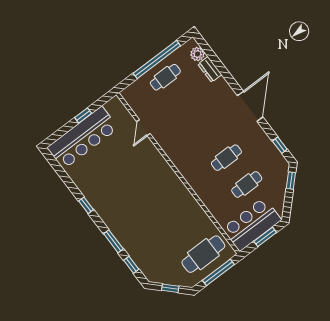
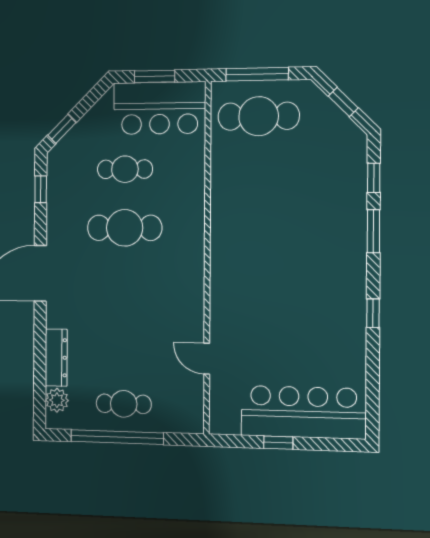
dresser: (210, 69) -> (56, 358), width x1.44
door: (143, 128) -> (207, 359), swing flipped
cafe table: (226, 158) -> (125, 228), width x1.37, depth x1.35

